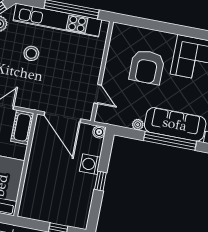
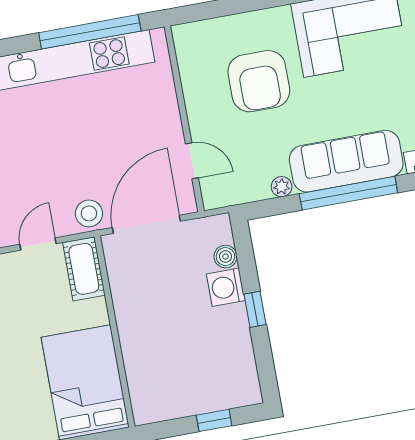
stool: (31, 53) -> (89, 213), moved
door: (62, 117) -> (146, 224), swing flipped
boiler: (99, 132) -> (226, 257), moved

